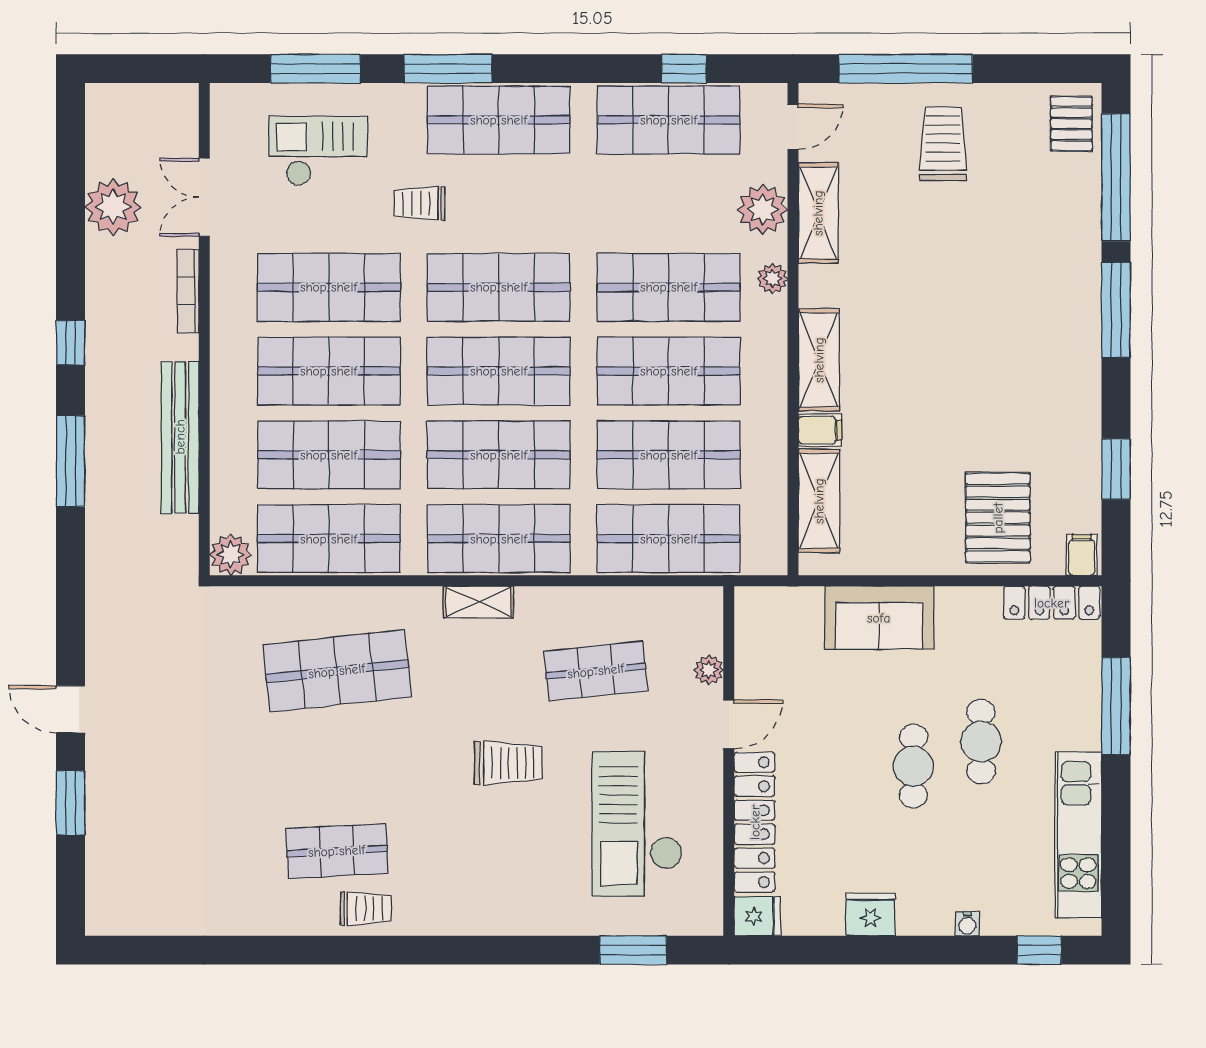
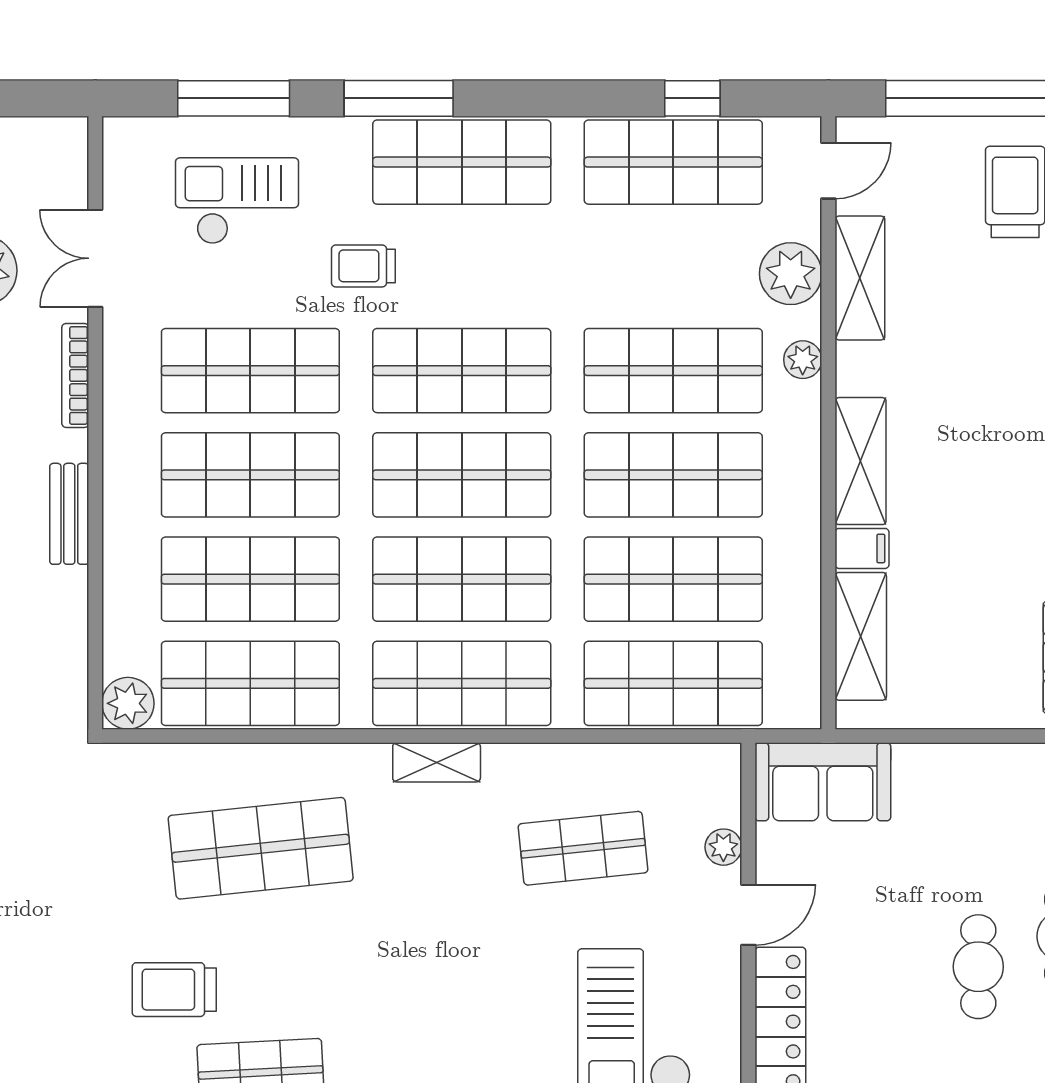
bench: (180, 437) -> (69, 514), width x0.54, depth x0.82
sofa: (879, 618) -> (823, 782), moved
trolley: (508, 763) -> (174, 990), moved, turned 180

